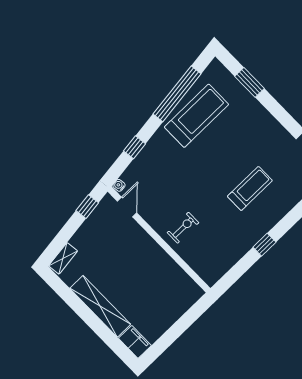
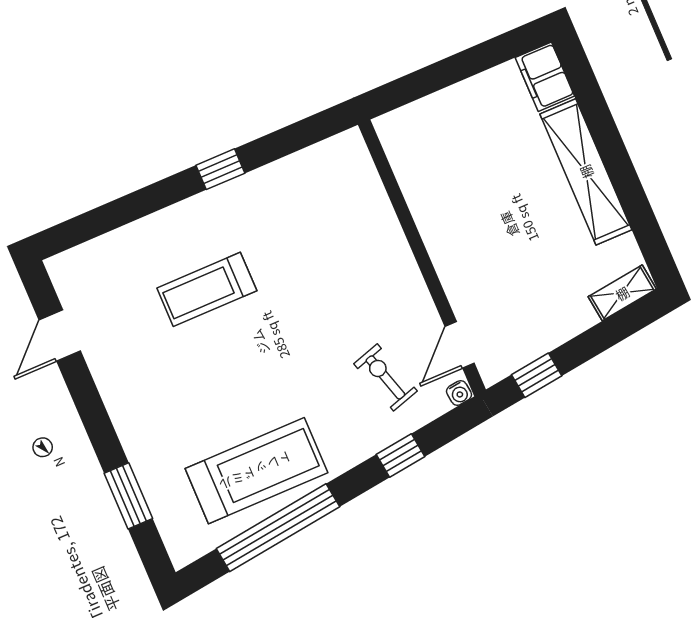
treadmill: (196, 116) -> (256, 471), turned 180
exercise bike: (183, 228) -> (385, 377), moved, turned 73

